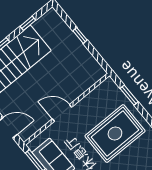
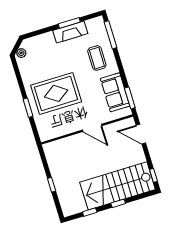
window: (129, 95) -> (28, 108), moved

